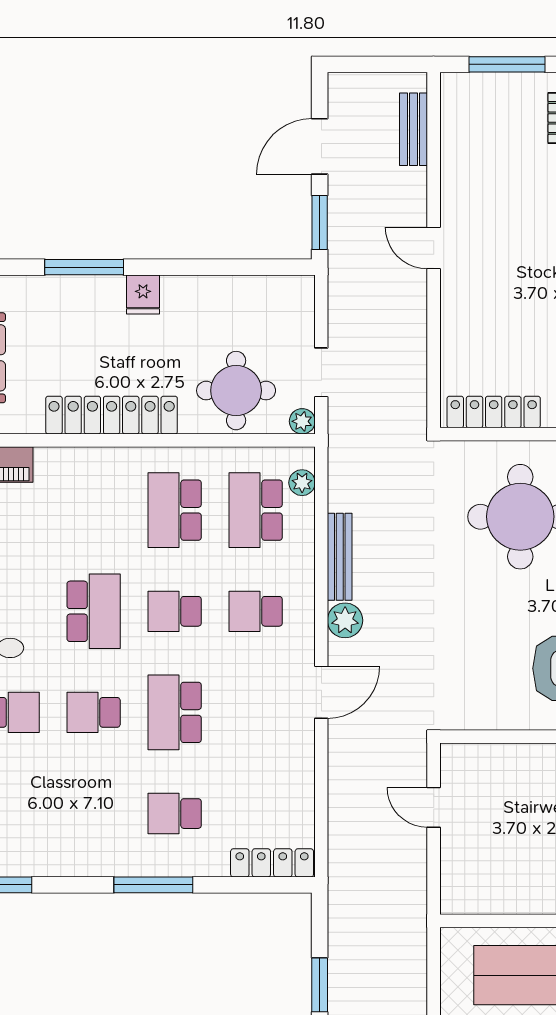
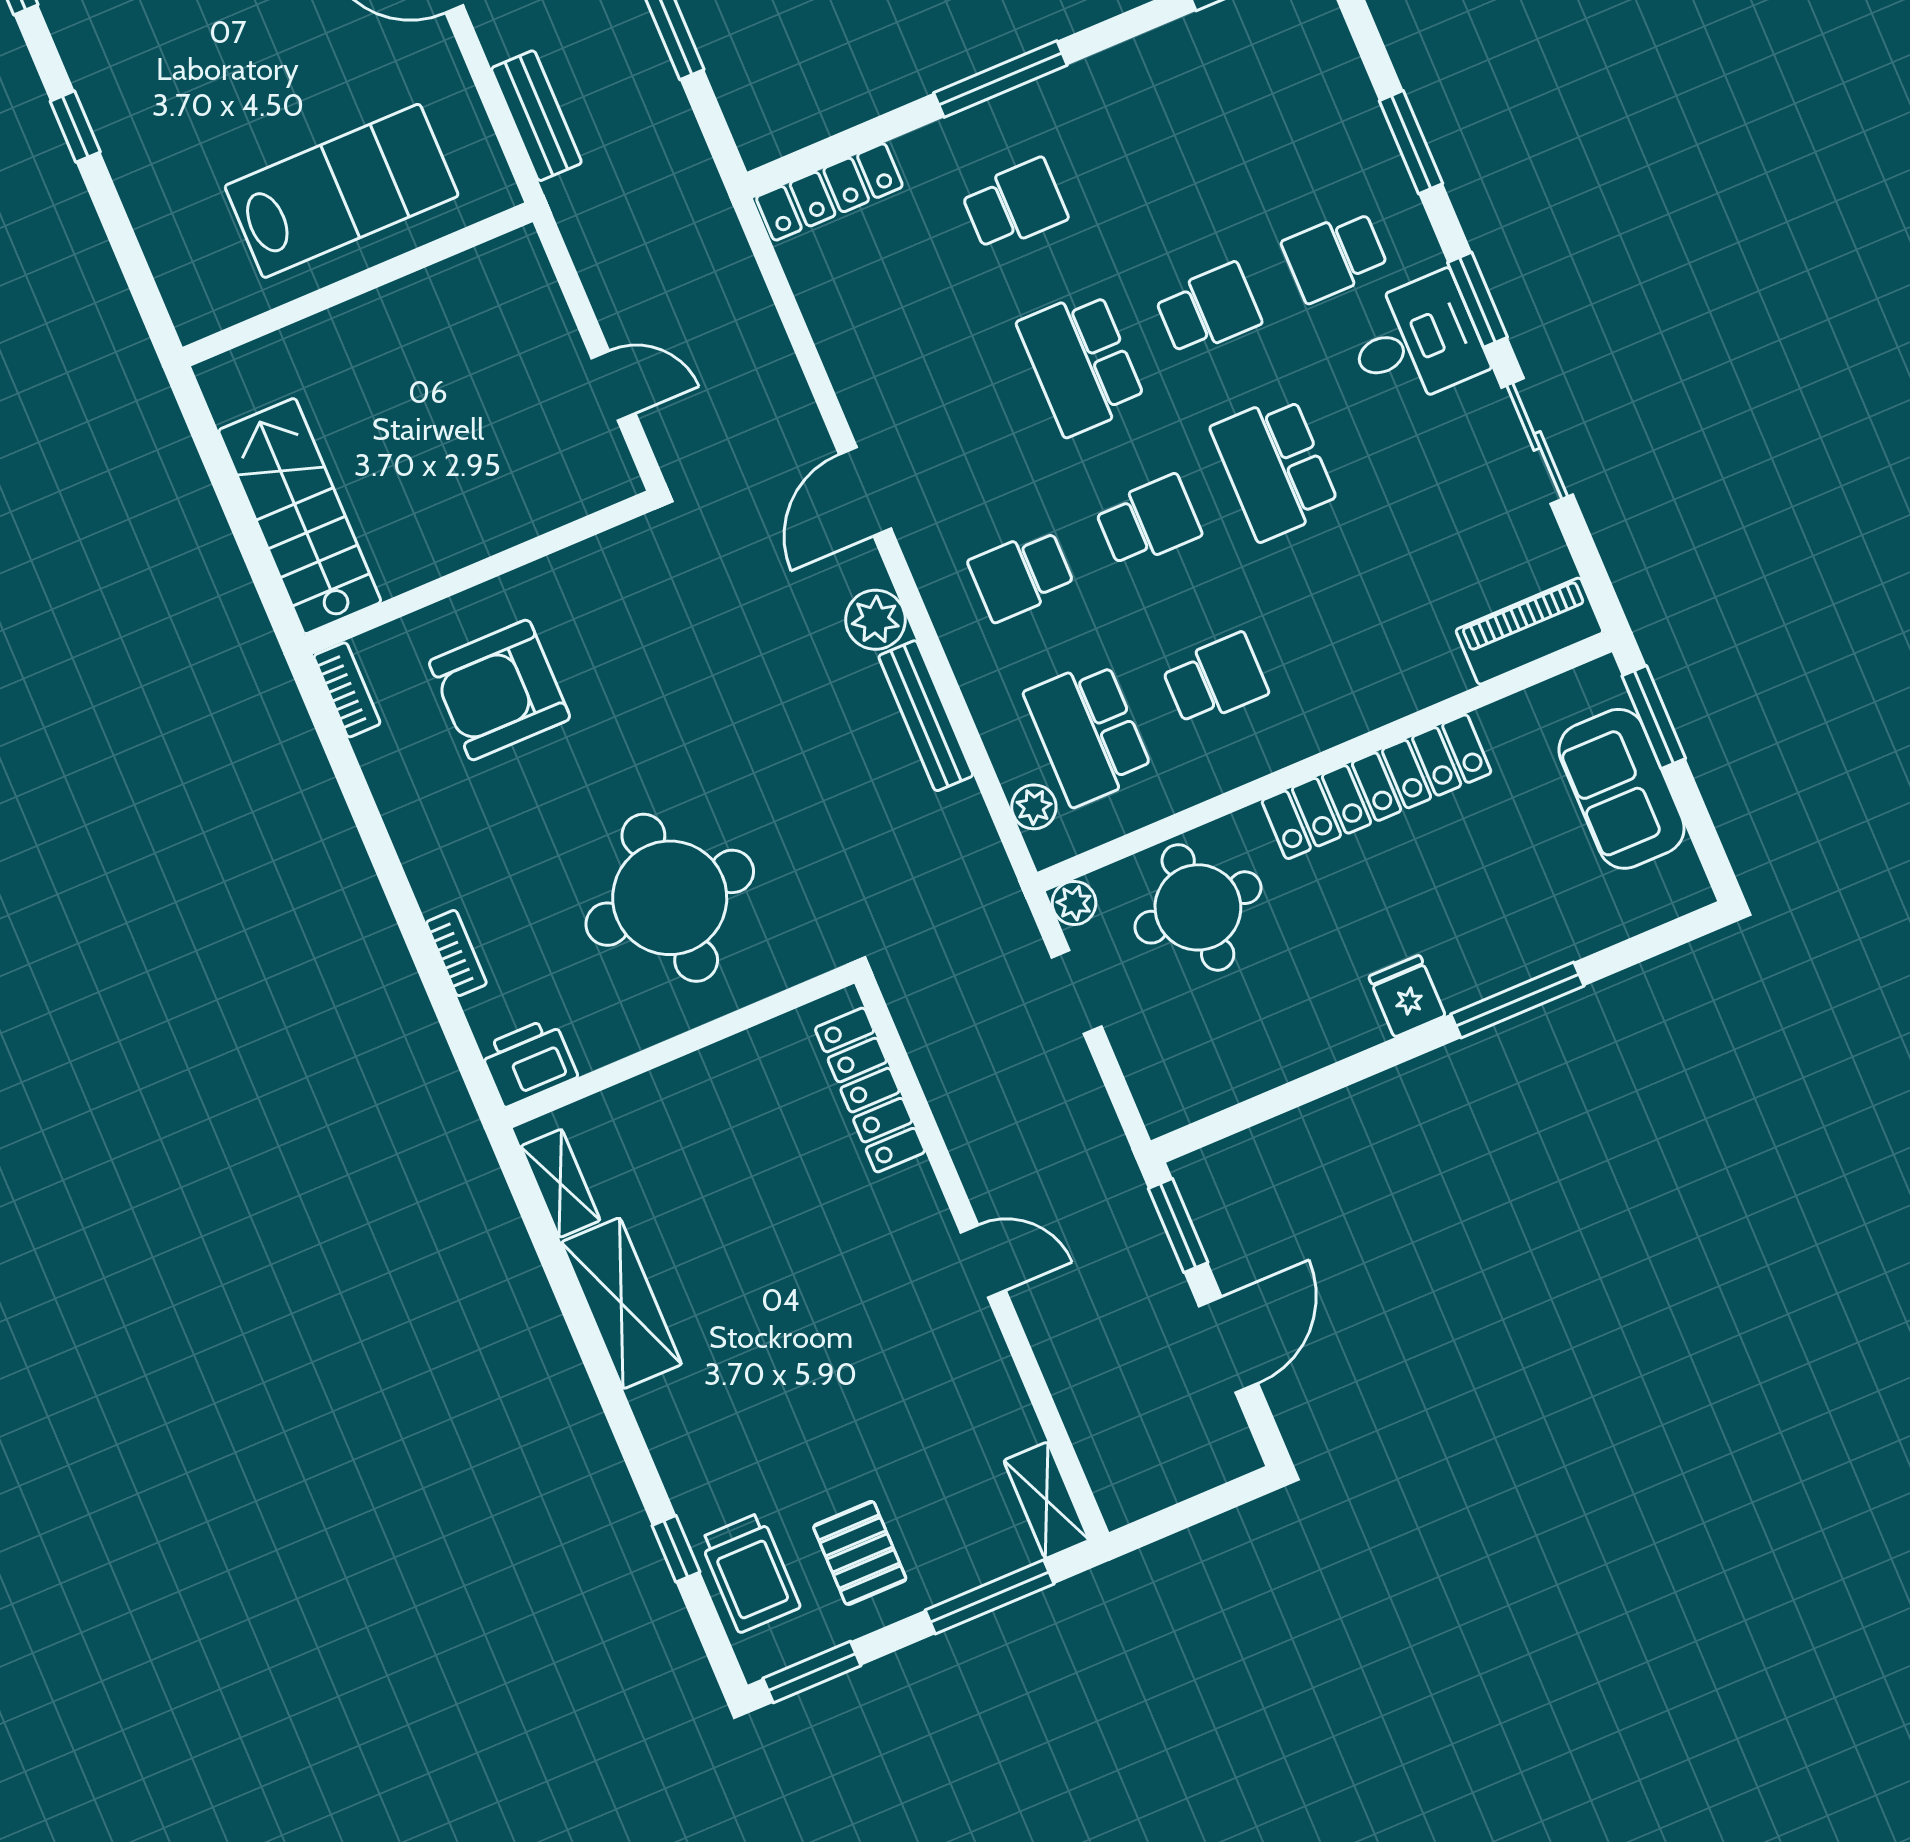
shelving: (454, 104) -> (1046, 1500), added
bench: (413, 129) -> (536, 116), moved
locker: (494, 412) -> (870, 1090), moved, turned 90
school desk: (175, 510) -> (1215, 680), width x0.54
school desk: (256, 510) -> (1088, 733), turned 180
school desk: (256, 611) -> (1021, 575), turned 180
school desk: (175, 712) -> (1081, 363), turned 180

